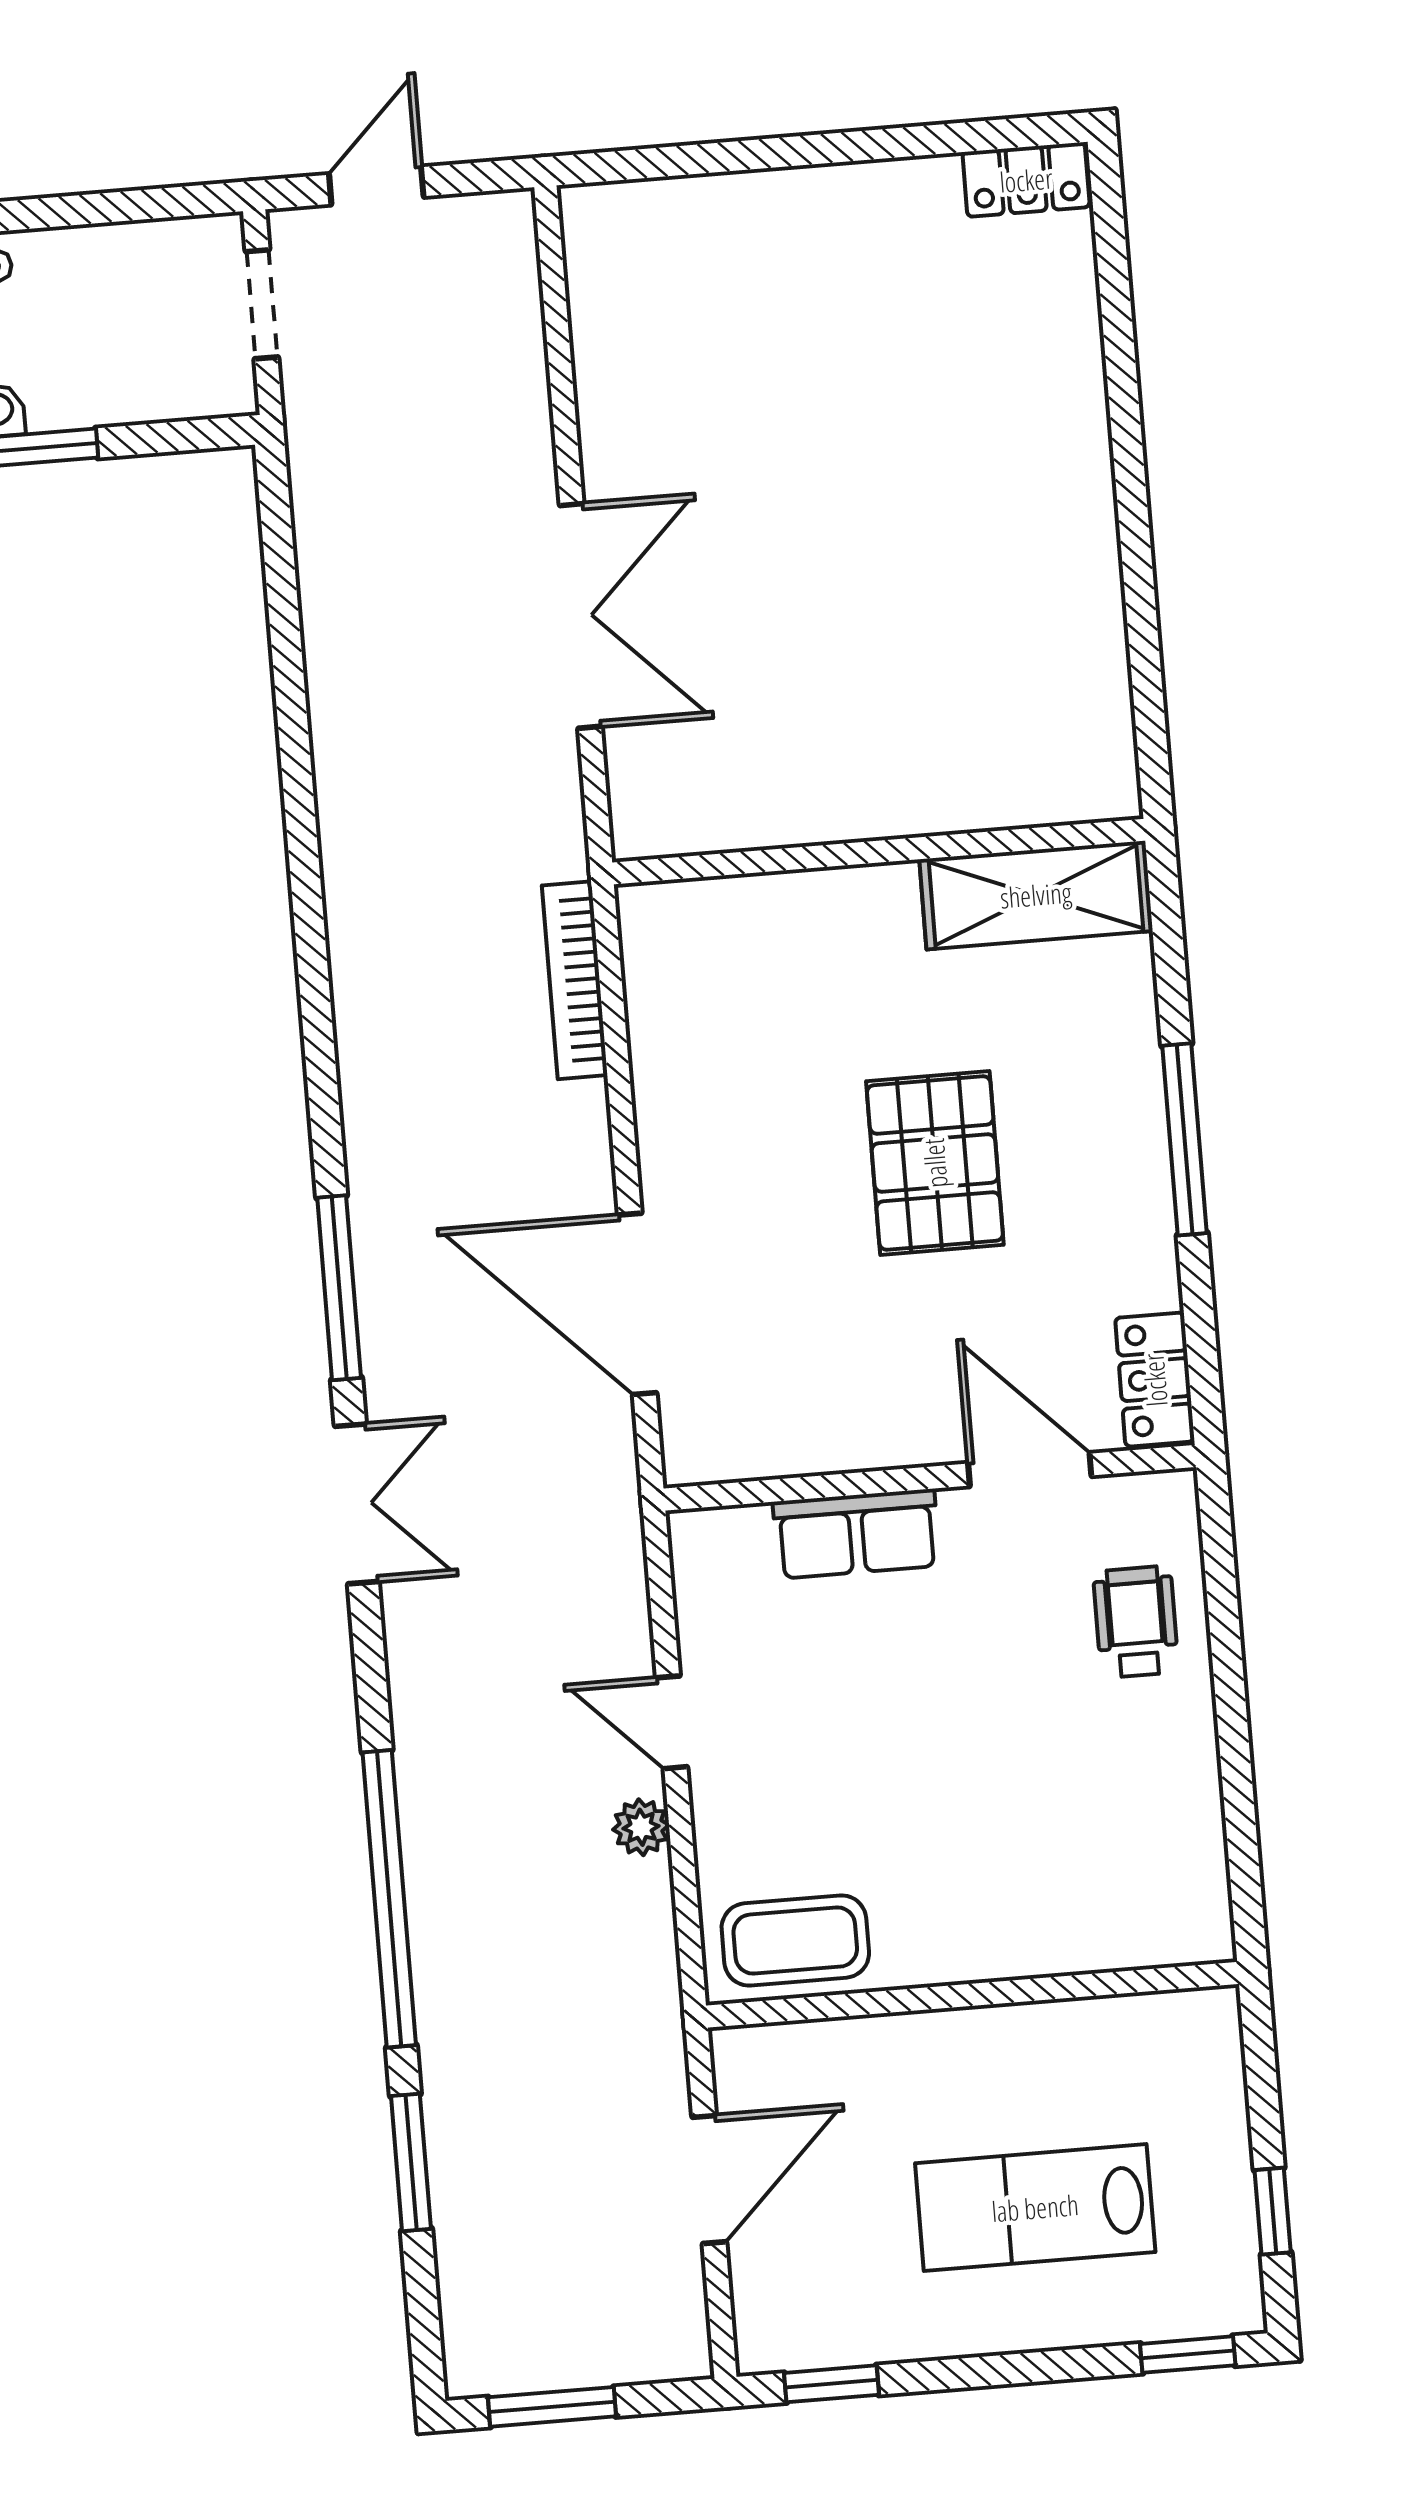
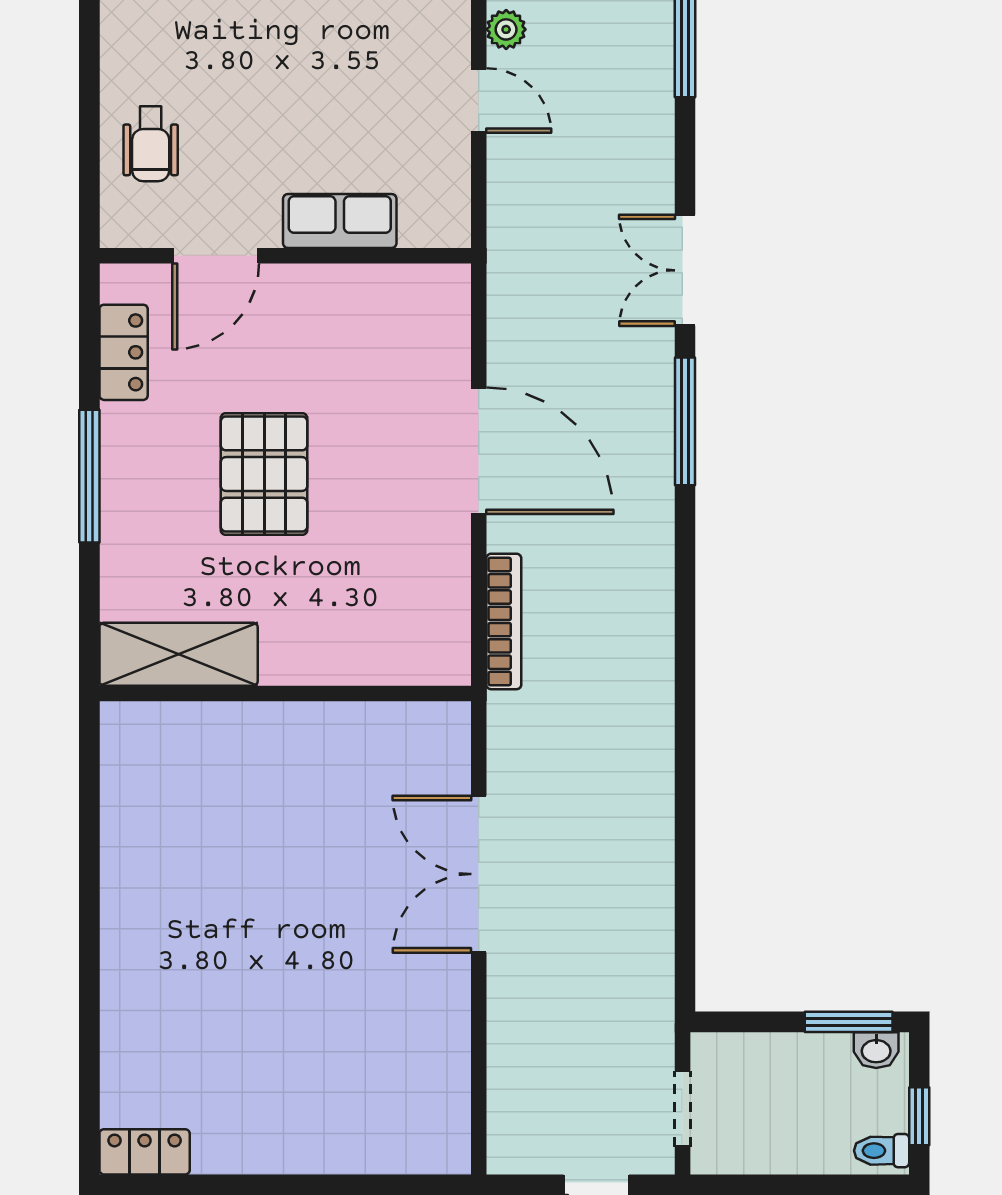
door: (637, 1304) -> (479, 451), moved
locker: (1155, 1380) -> (124, 352), moved
door: (1030, 1470) -> (216, 256), hinge flipped

